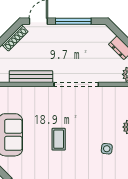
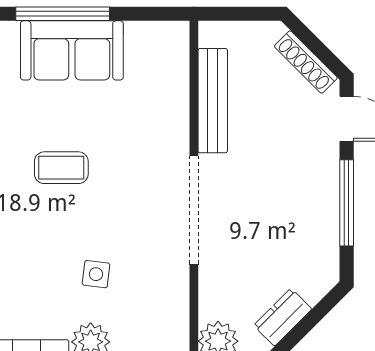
side table: (107, 149) -> (96, 274), moved

